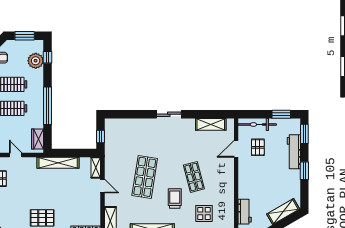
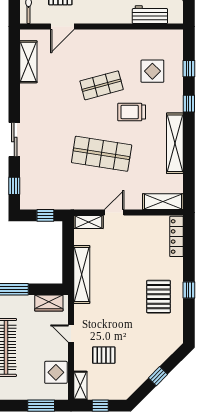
window: (122, 114) -> (14, 186), added
sliding door: (169, 114) -> (14, 139), moved
door: (236, 149) -> (62, 27), hinge flipped
door: (16, 155) -> (71, 334), hinge flipped

